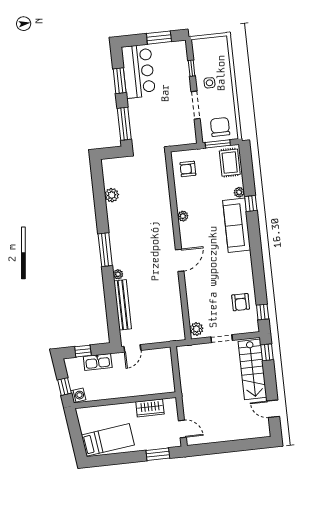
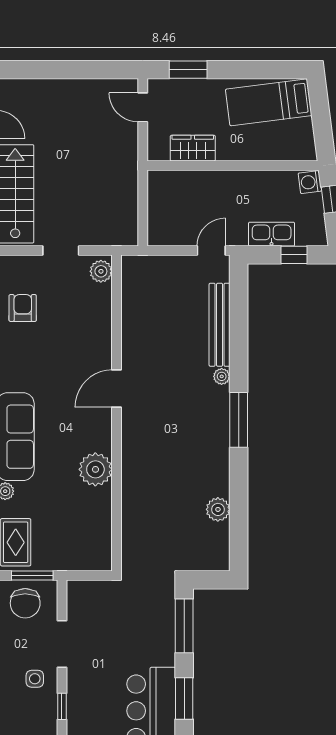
armchair: (188, 169) -> (86, 539), removed
plant: (183, 216) -> (95, 469), width x1.88, depth x1.88

